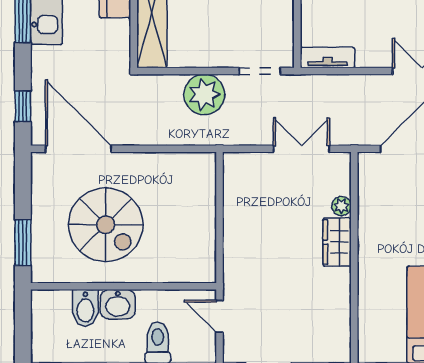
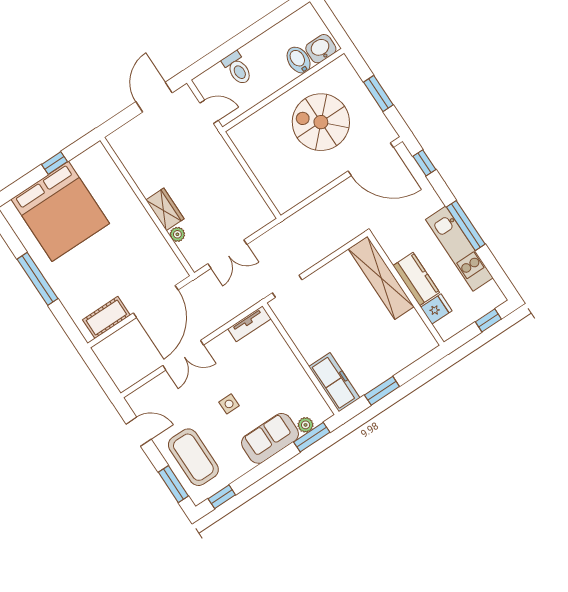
plant: (204, 94) -> (313, 248), removed
window: (23, 242) -> (378, 93), moved
washbasin: (118, 304) -> (321, 49), moved

